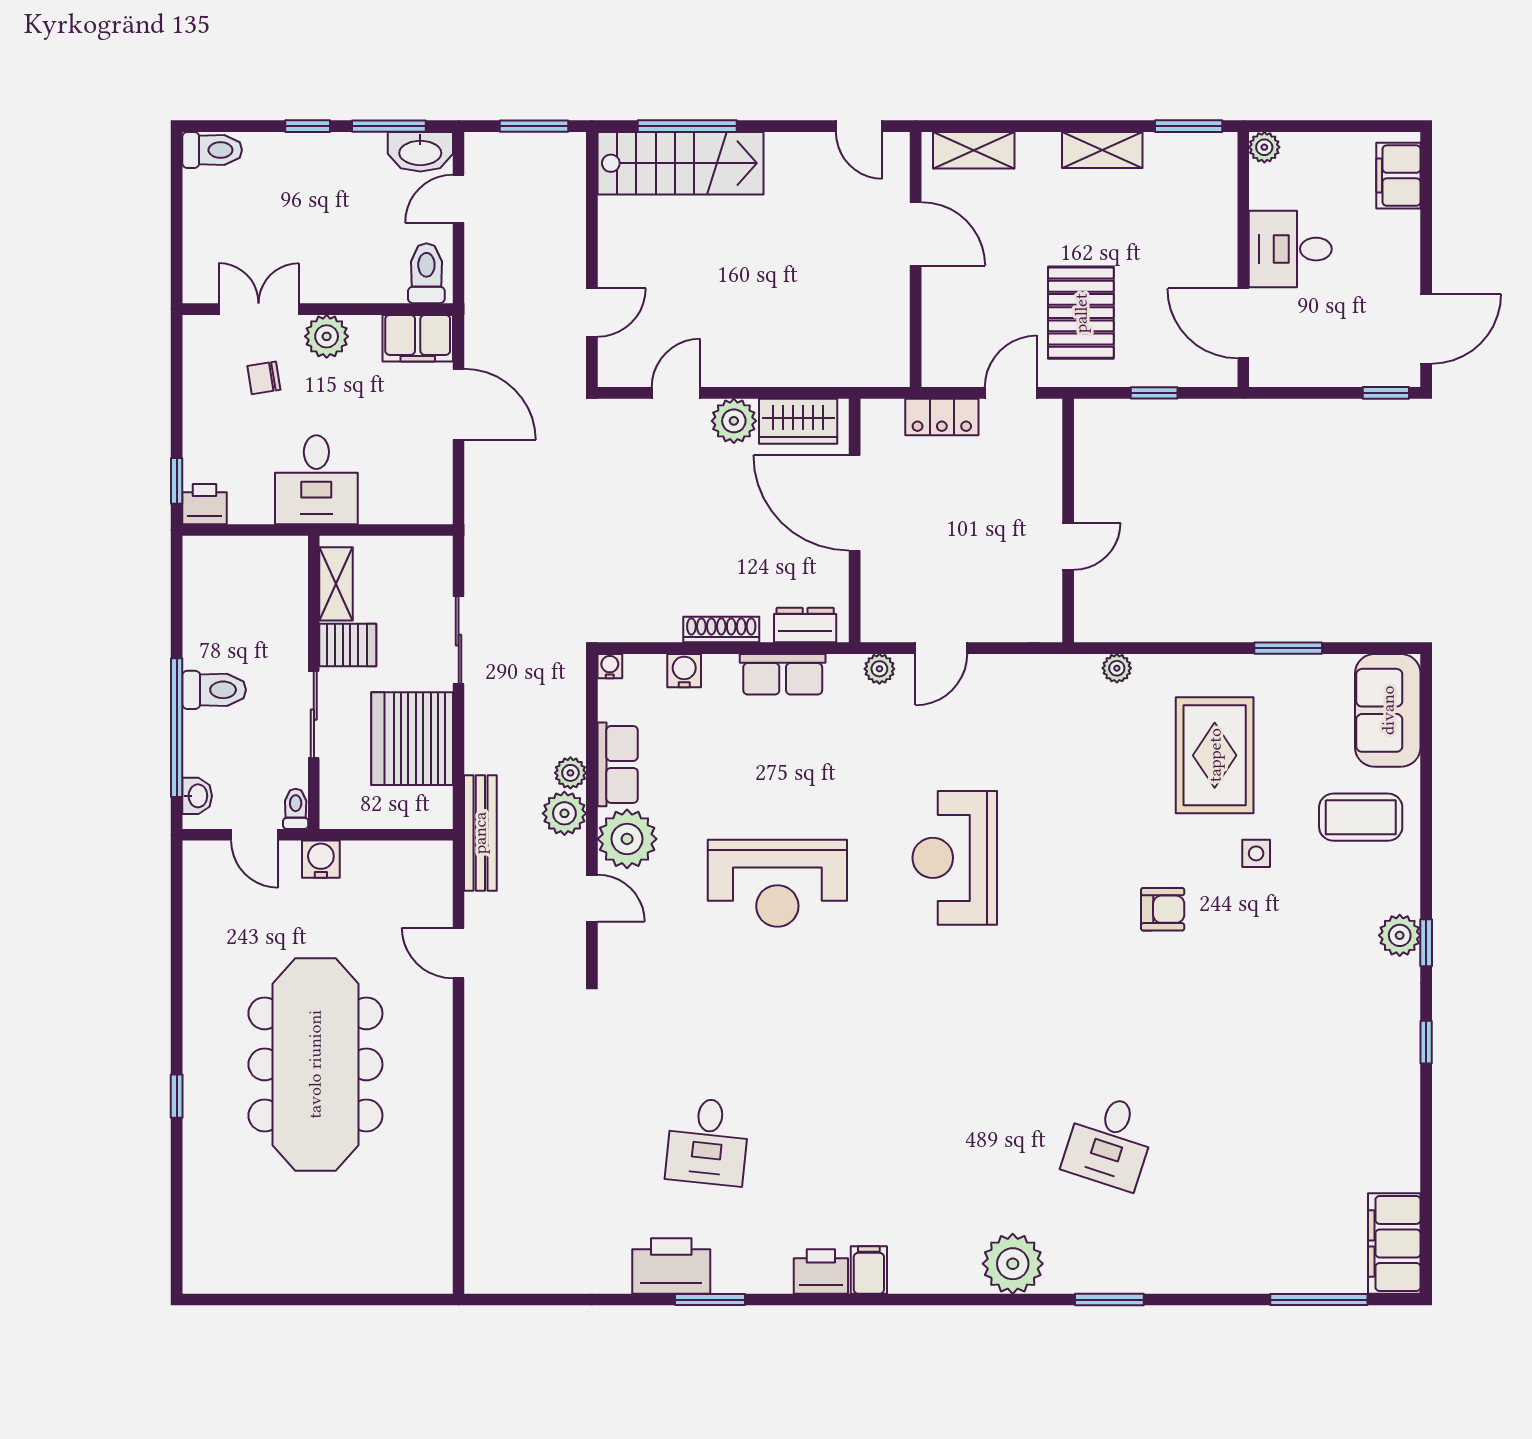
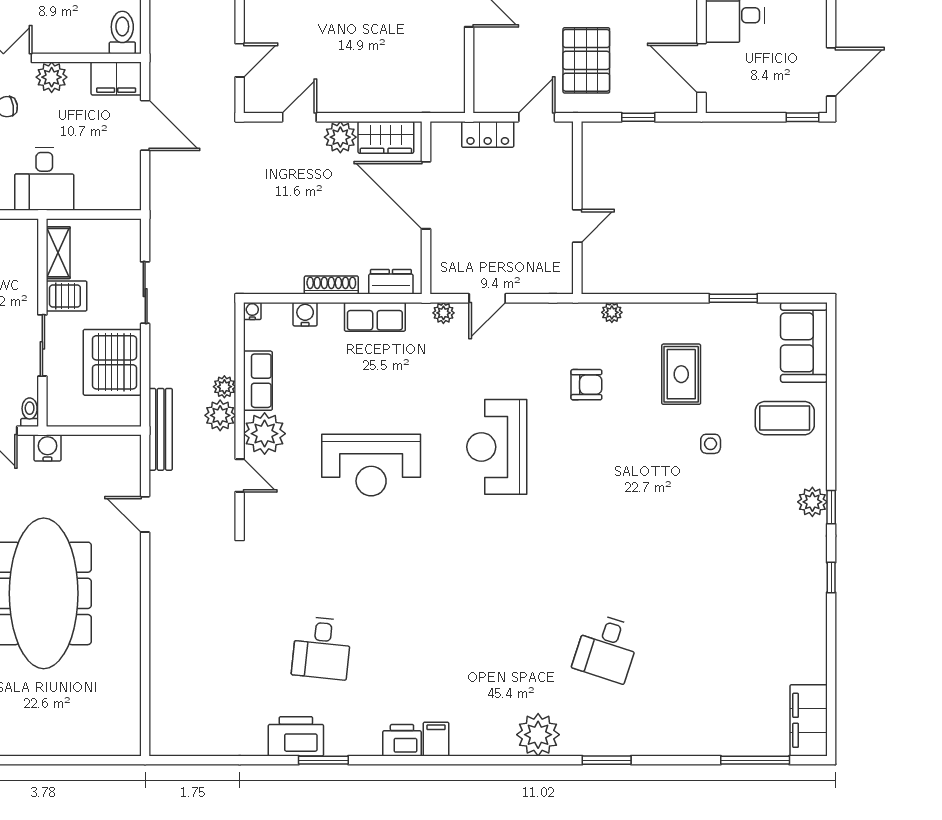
rug: (1215, 755) -> (681, 374), width x0.73, depth x0.70
armchair: (1163, 909) -> (586, 385), moved

